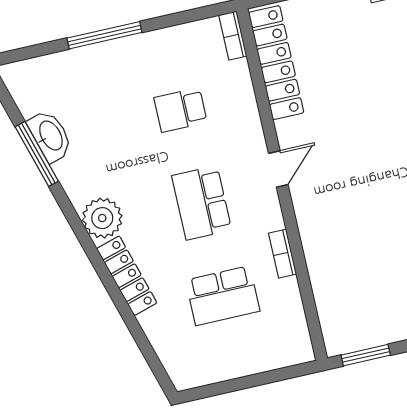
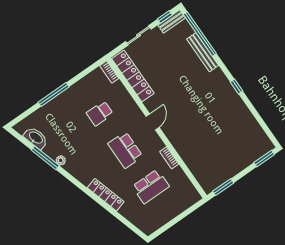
washbasin: (50, 136) -> (36, 138), moved
plant: (102, 218) -> (61, 160), moved, width x0.53, depth x0.53

